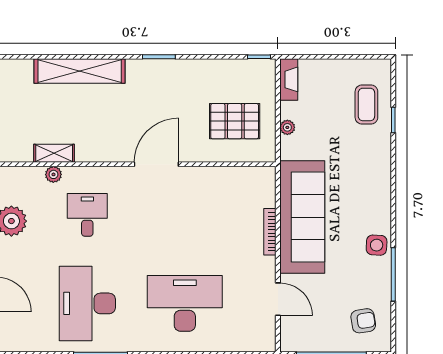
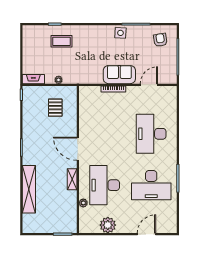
coffee table: (366, 104) -> (61, 41), moved
pallet: (235, 121) -> (55, 108), width x0.67, depth x0.71
shelving: (54, 153) -> (72, 179), moved
desk: (87, 215) -> (105, 185), width x1.87, depth x1.30
sofa: (302, 217) -> (119, 75), width x0.54, depth x0.79

